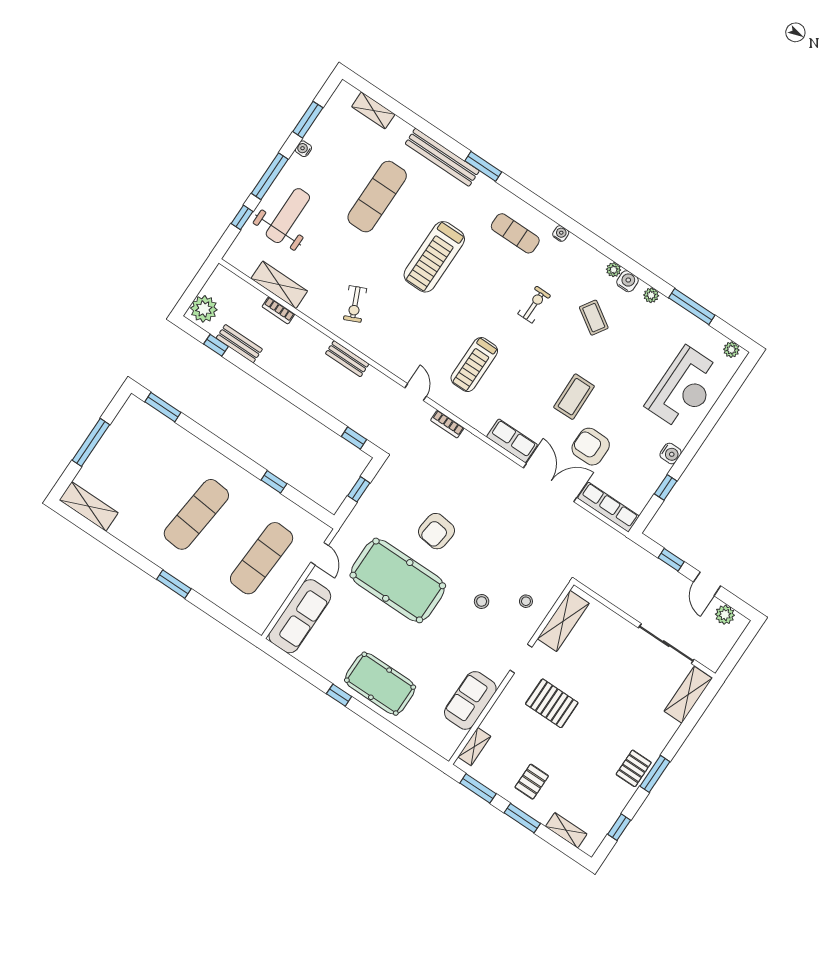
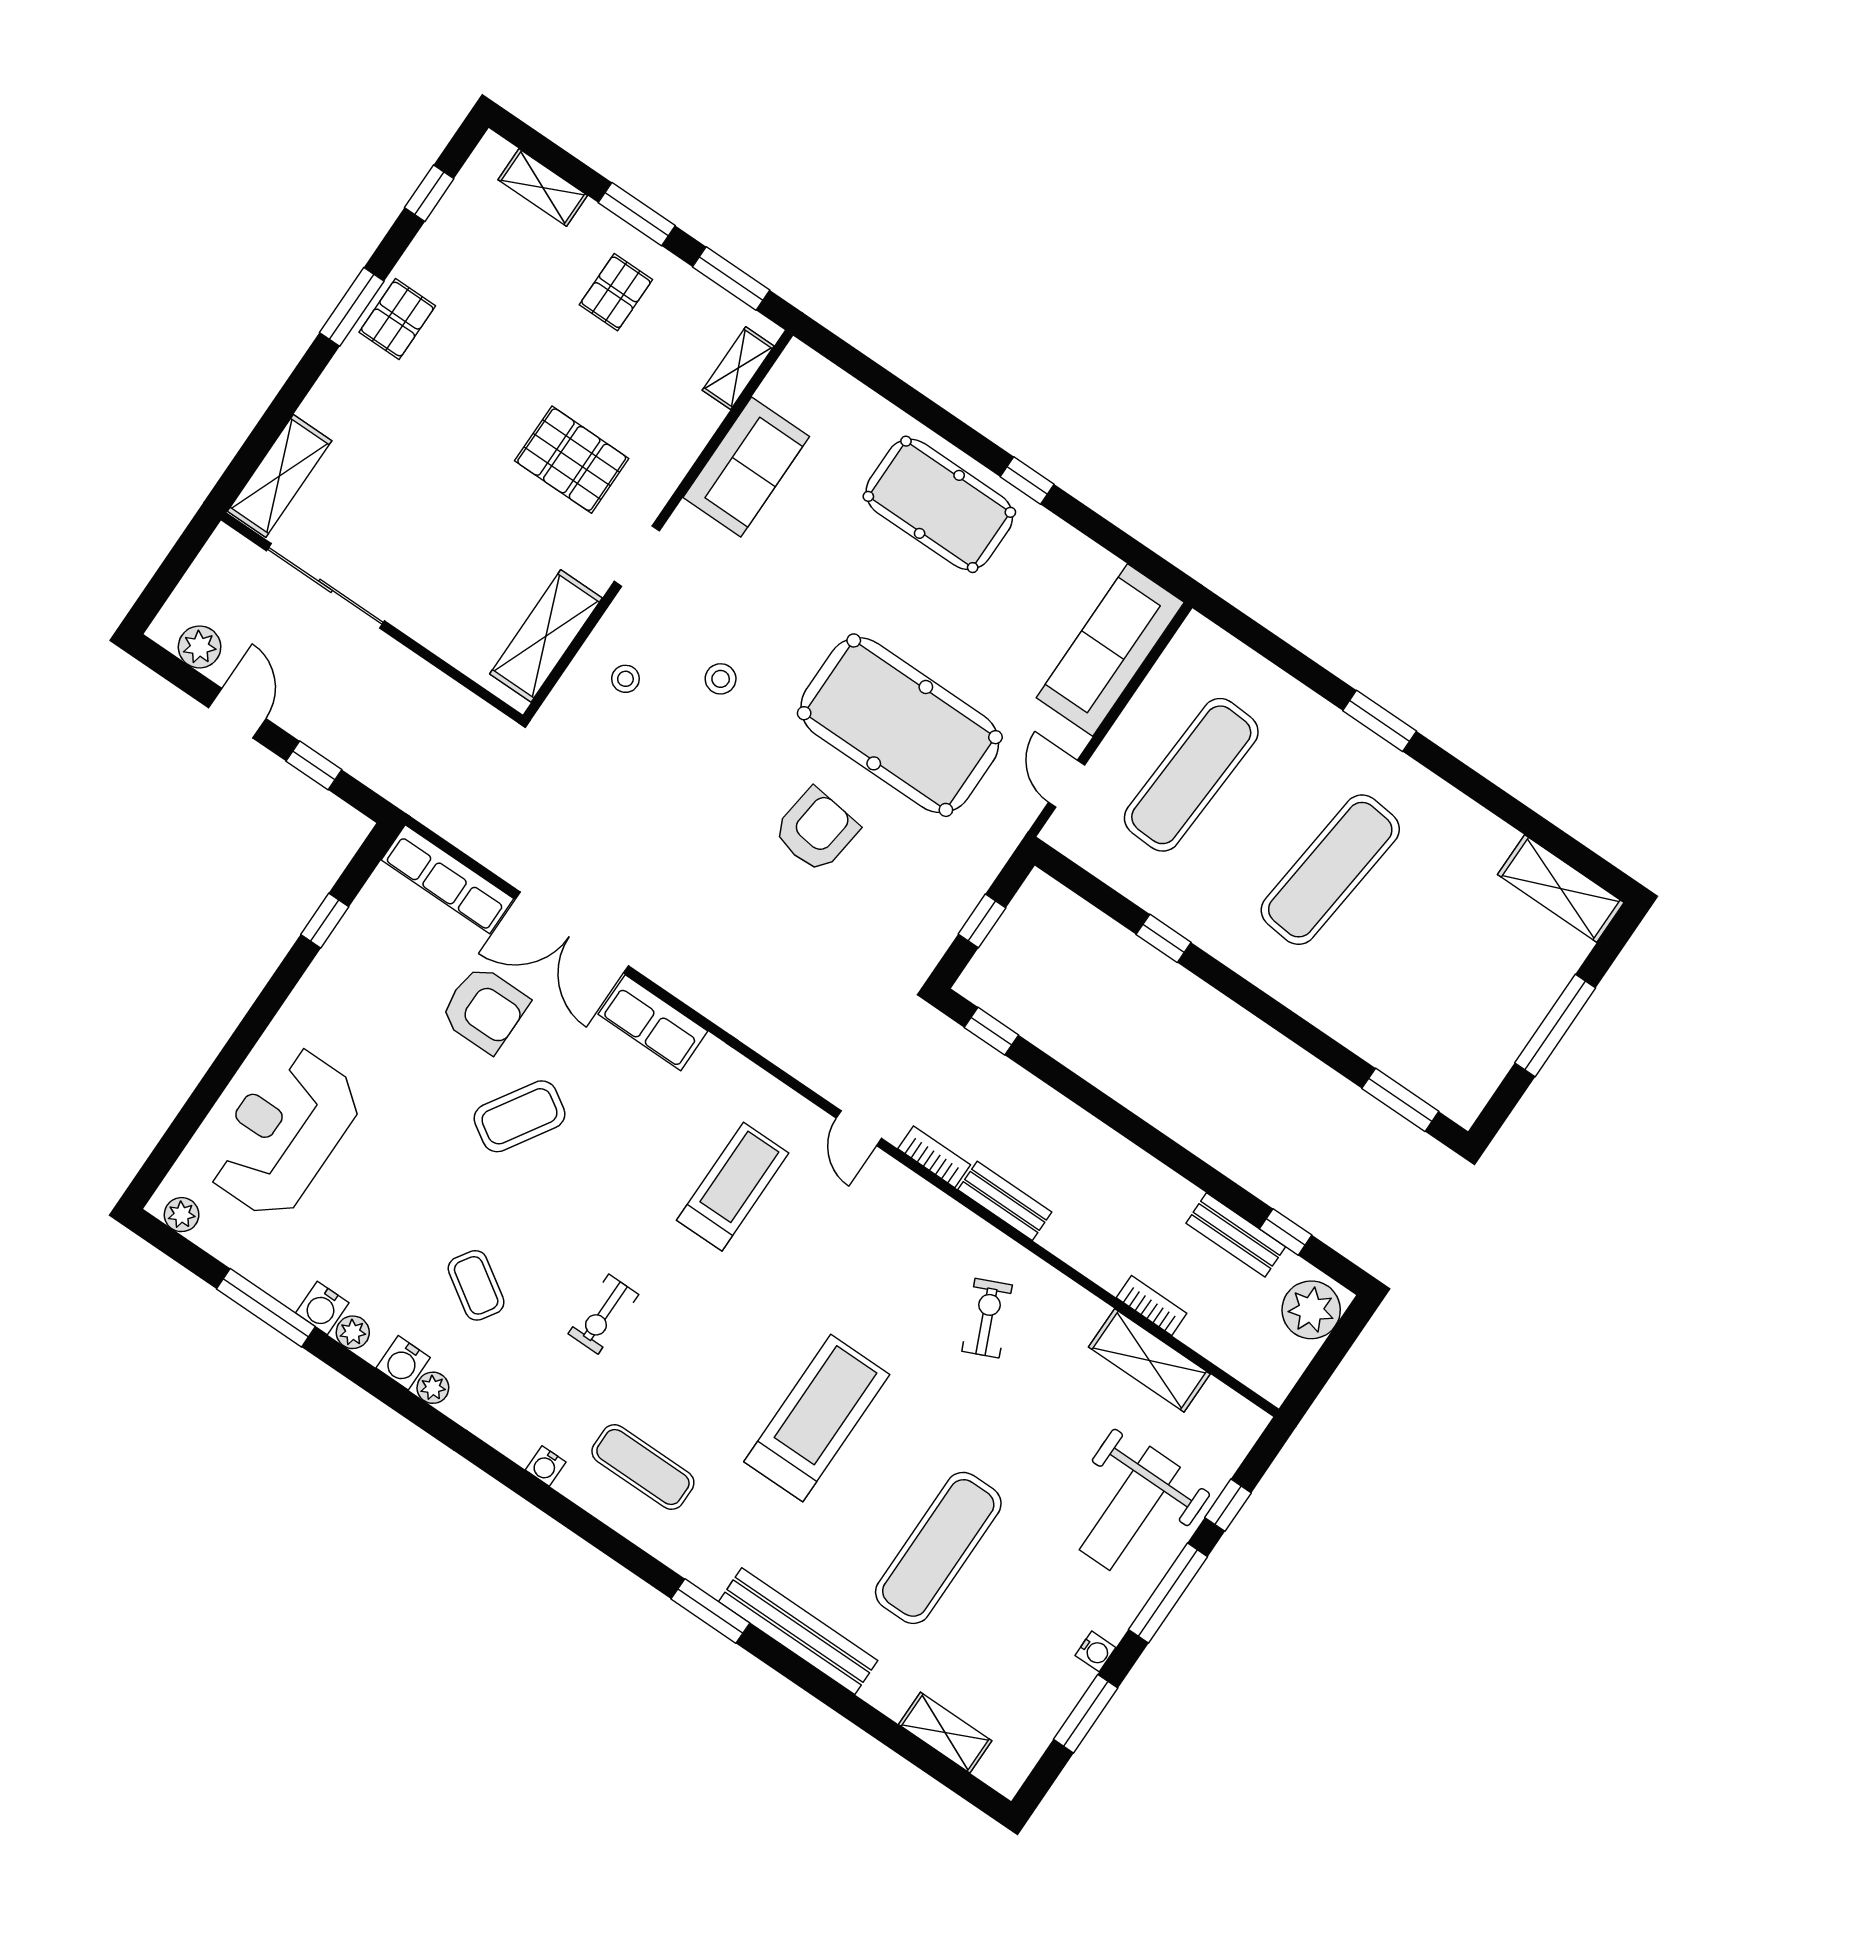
coffee table: (574, 397) -> (520, 1116), turned 33
bookcase: (447, 424) -> (934, 1157), moved
water cooler: (671, 454) -> (322, 1308), moved, turned -90

